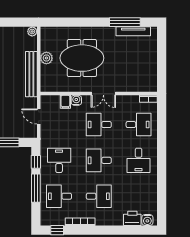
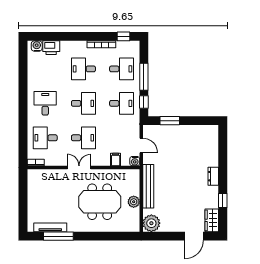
plant: (32, 31) -> (151, 223), width x1.88, depth x1.88
water cooler: (76, 100) -> (135, 161), moved
desk: (59, 160) -> (122, 103), turned -90

